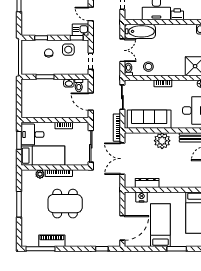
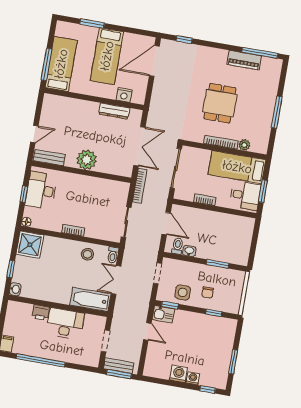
sofa: (149, 119) -> (98, 189), removed
dining table: (65, 204) -> (220, 103), width x0.73

